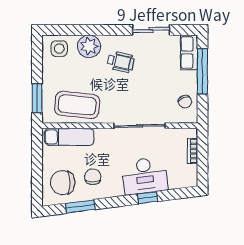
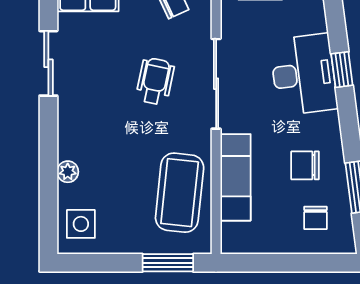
plant: (89, 46) -> (68, 172), width x0.53, depth x0.53
wheelchair: (121, 62) -> (155, 81), moved
exam couch: (69, 137) -> (236, 177), moved
chair: (63, 183) -> (316, 218), width x0.54, depth x0.54

